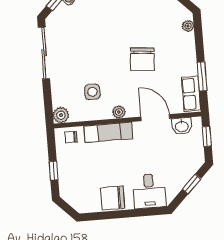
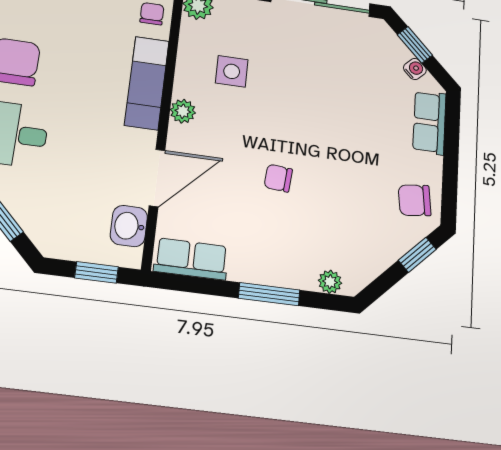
chair: (142, 59) -> (278, 178), width x0.54, depth x0.54
window: (202, 76) -> (269, 294), moved

